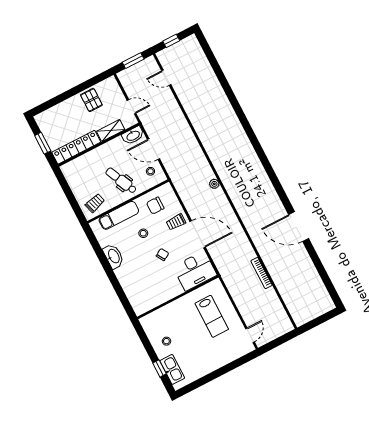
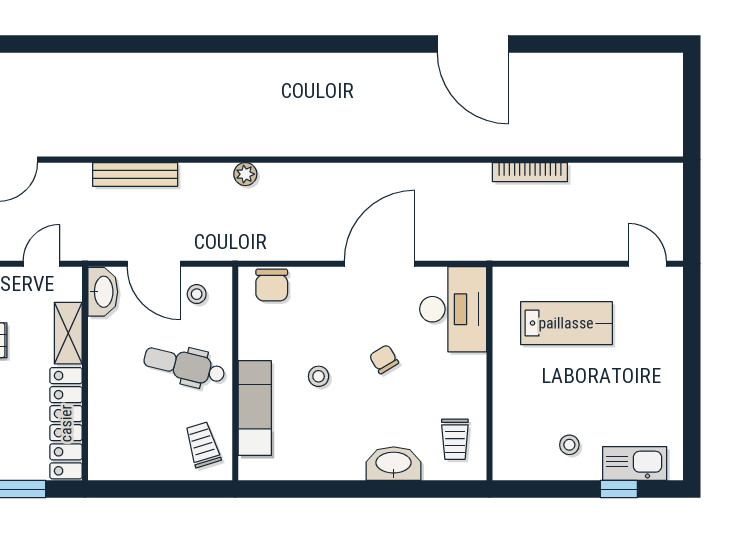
bench: (184, 125) -> (135, 174), added
door: (154, 149) -> (154, 264), hinge flipped
dental chair: (121, 181) -> (184, 366), turned 39
plant: (214, 184) -> (245, 174), moved
chair: (155, 206) -> (272, 285), moved
trolley: (176, 222) -> (455, 439), moved
door: (299, 227) -> (473, 44), hinge flipped
washbasin: (113, 256) -> (394, 464), moved

